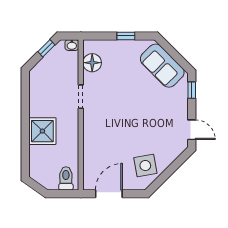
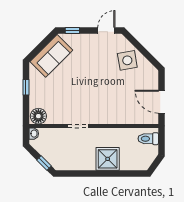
window: (46, 48) -> (44, 163), moved
floor lamp: (92, 63) -> (38, 116), moved
side table: (145, 166) -> (127, 60), moved

